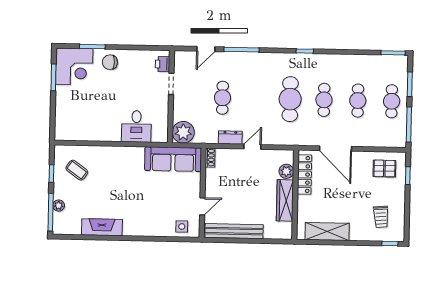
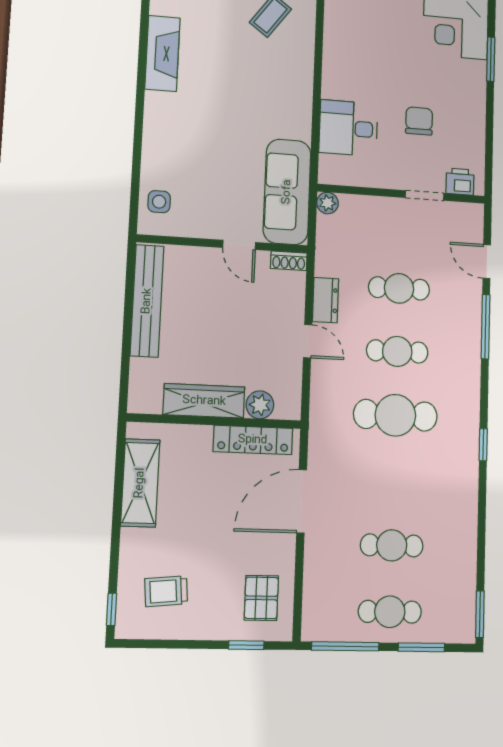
chair: (110, 62) -> (419, 121), moved
cafe table: (324, 100) -> (397, 351), moved
plant: (183, 132) -> (328, 203), width x0.53, depth x0.53
door: (202, 206) -> (239, 245), moved

